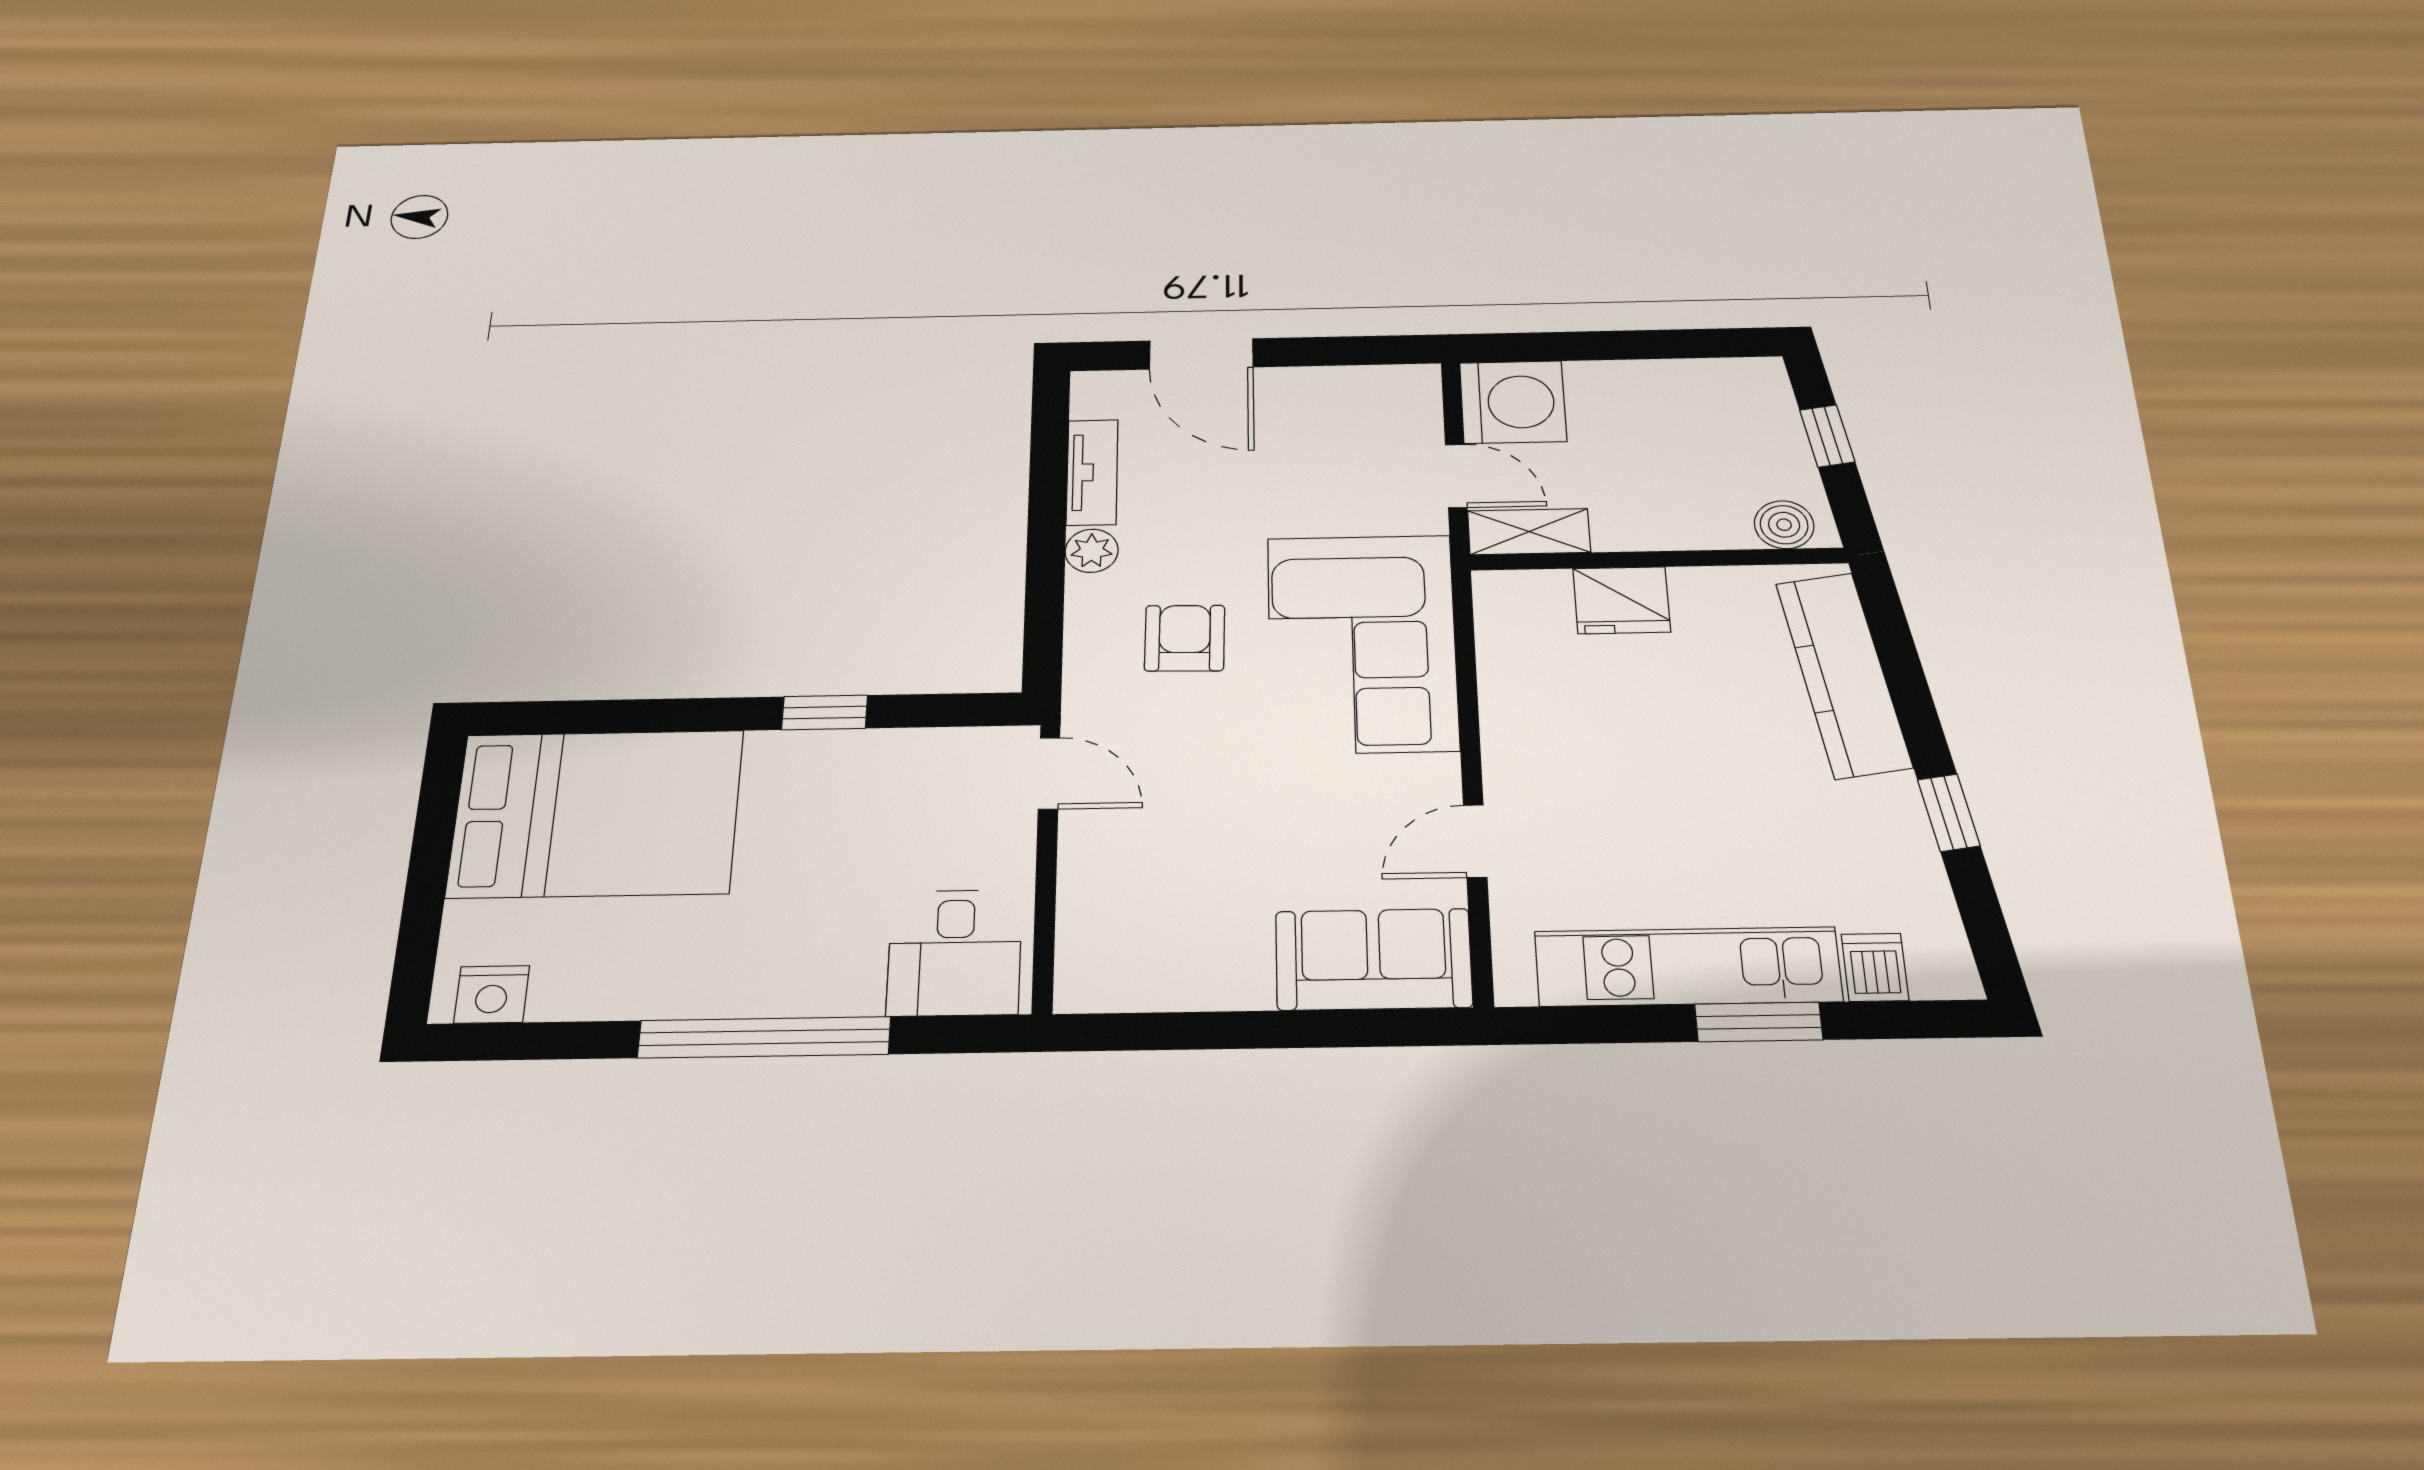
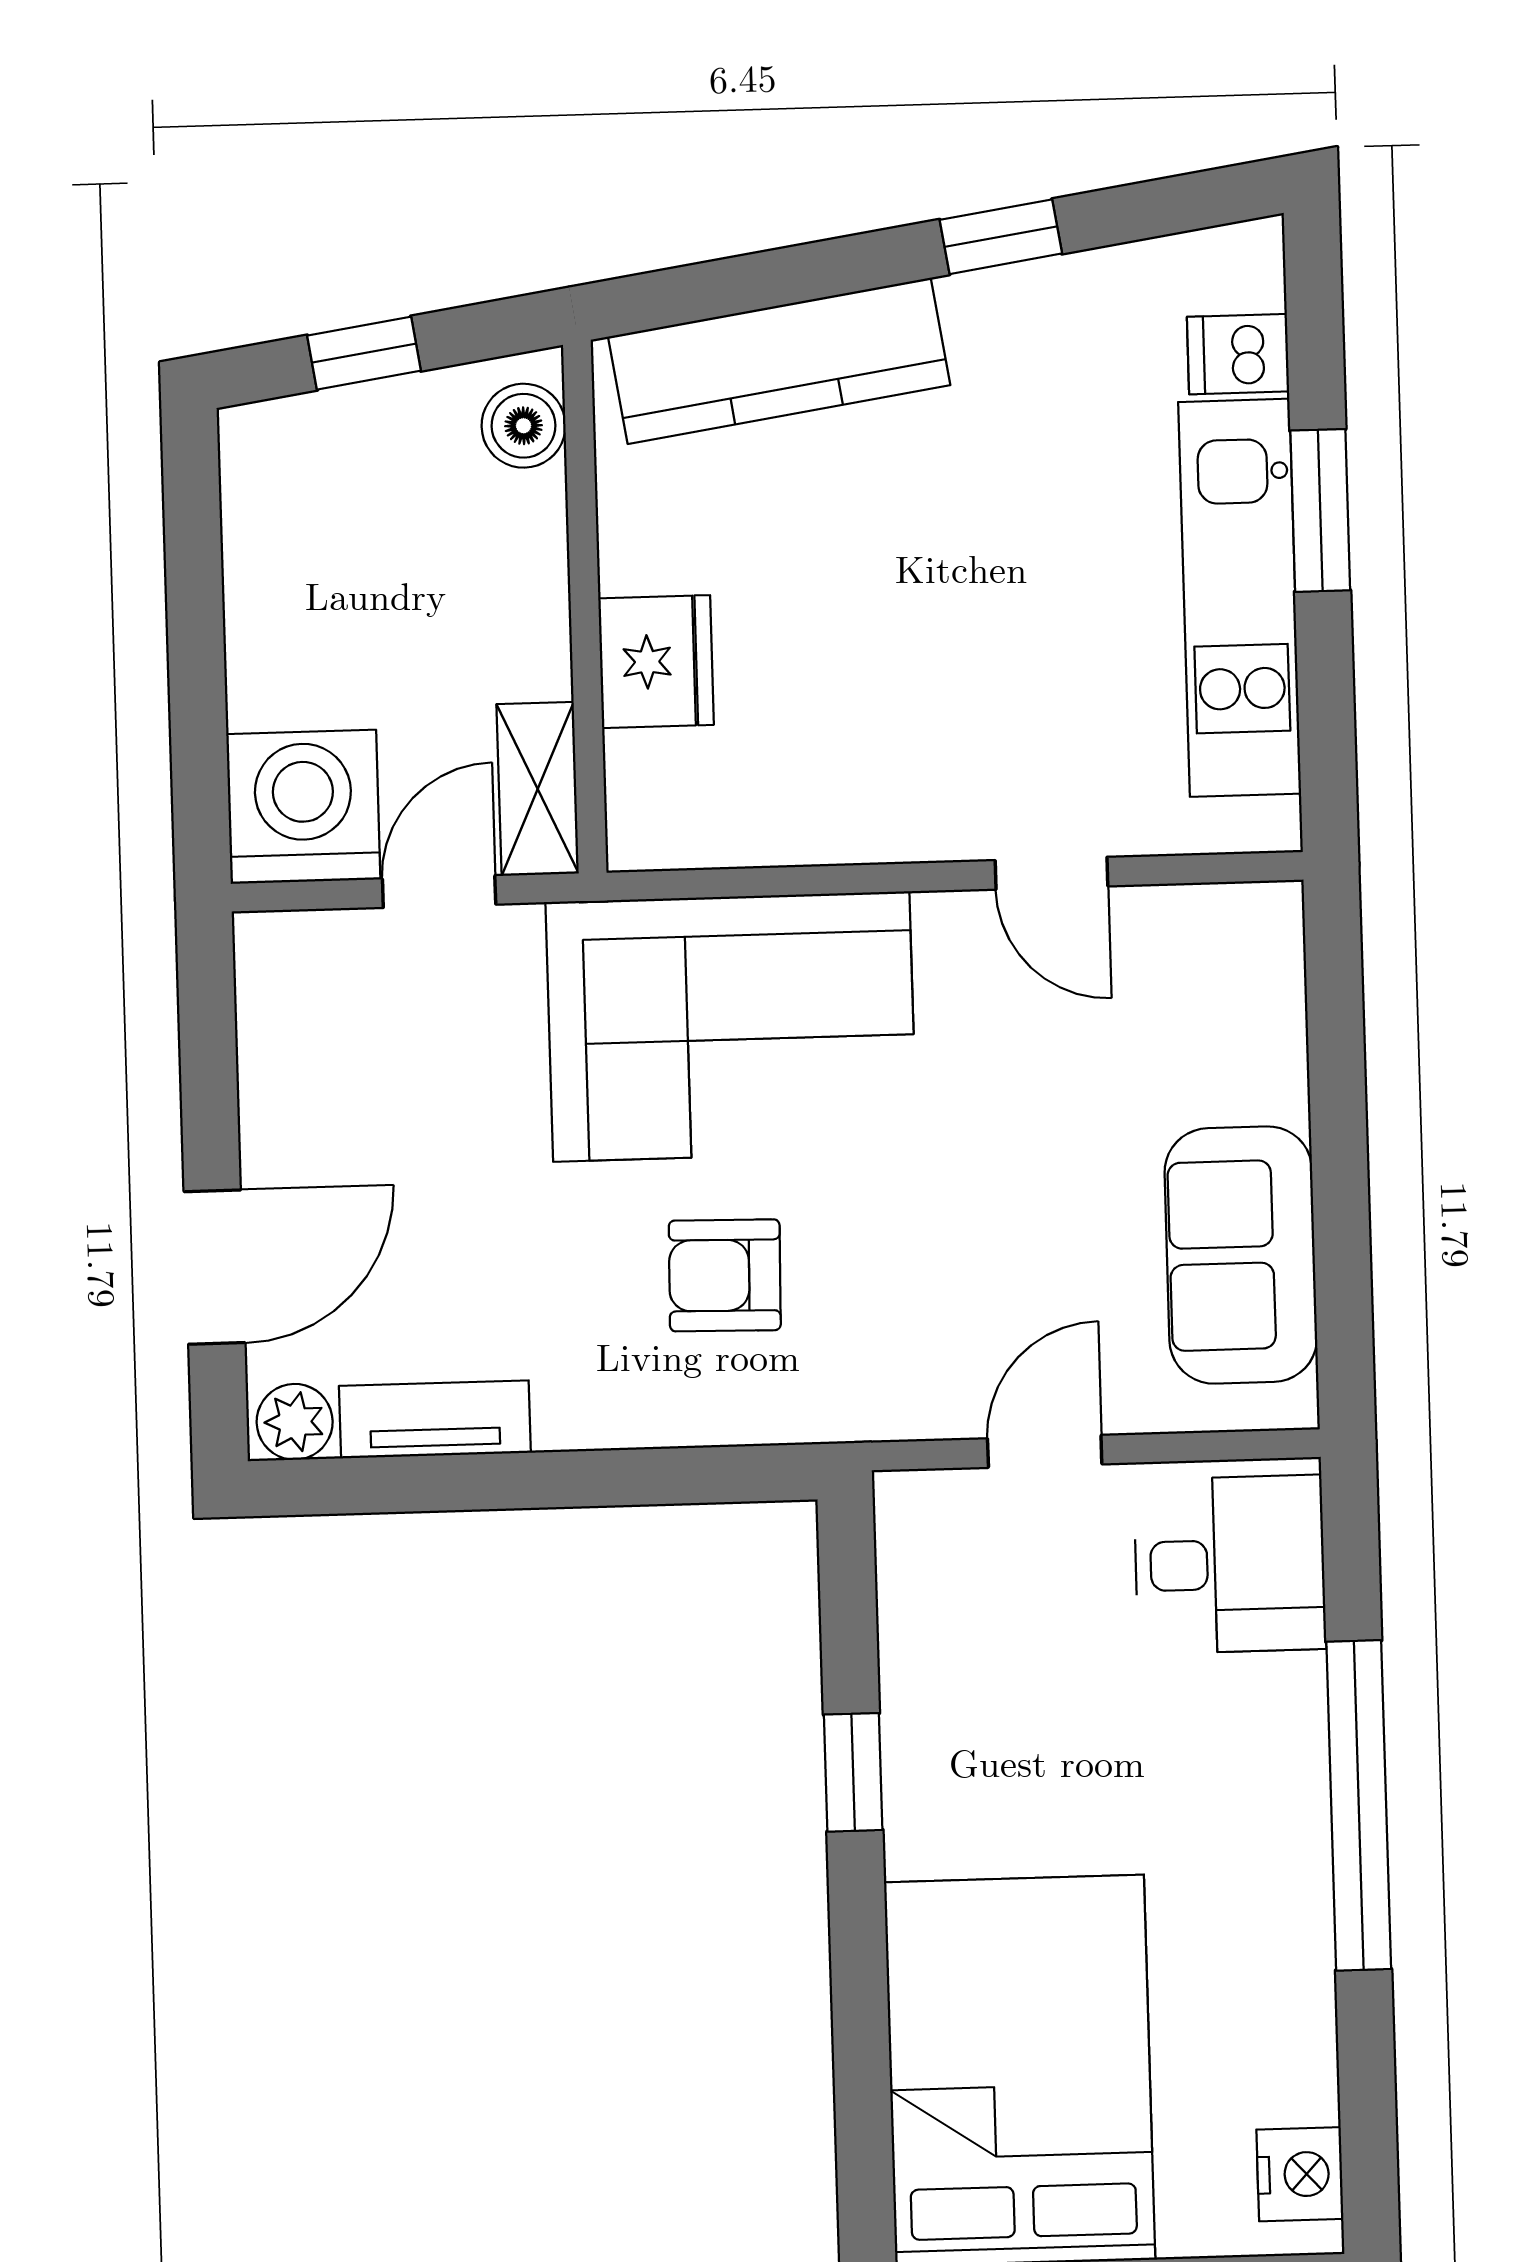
plant: (1092, 551) -> (295, 1422), moved
door: (1049, 773) -> (1045, 1451), moved
sofa: (1374, 959) -> (1241, 1255), moved

